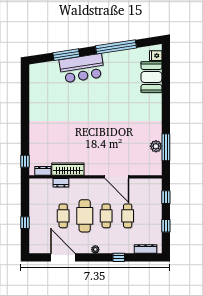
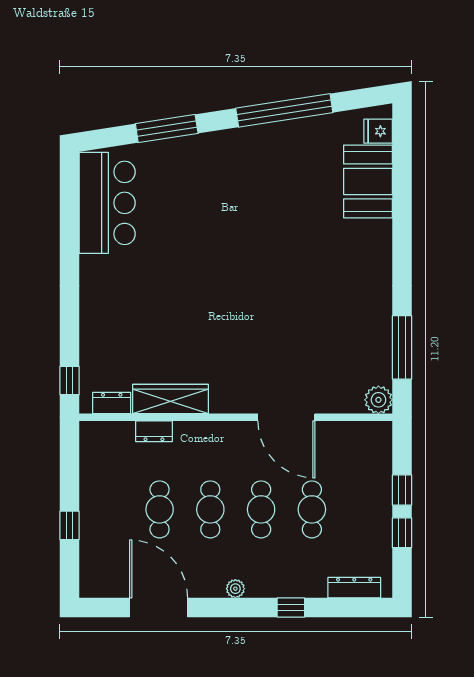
bar counter: (82, 68) -> (107, 203), moved, turned -81
plant: (156, 146) -> (378, 400), moved
window: (166, 197) -> (402, 490), moved
cafe table: (85, 216) -> (210, 509), width x0.73, depth x0.74

